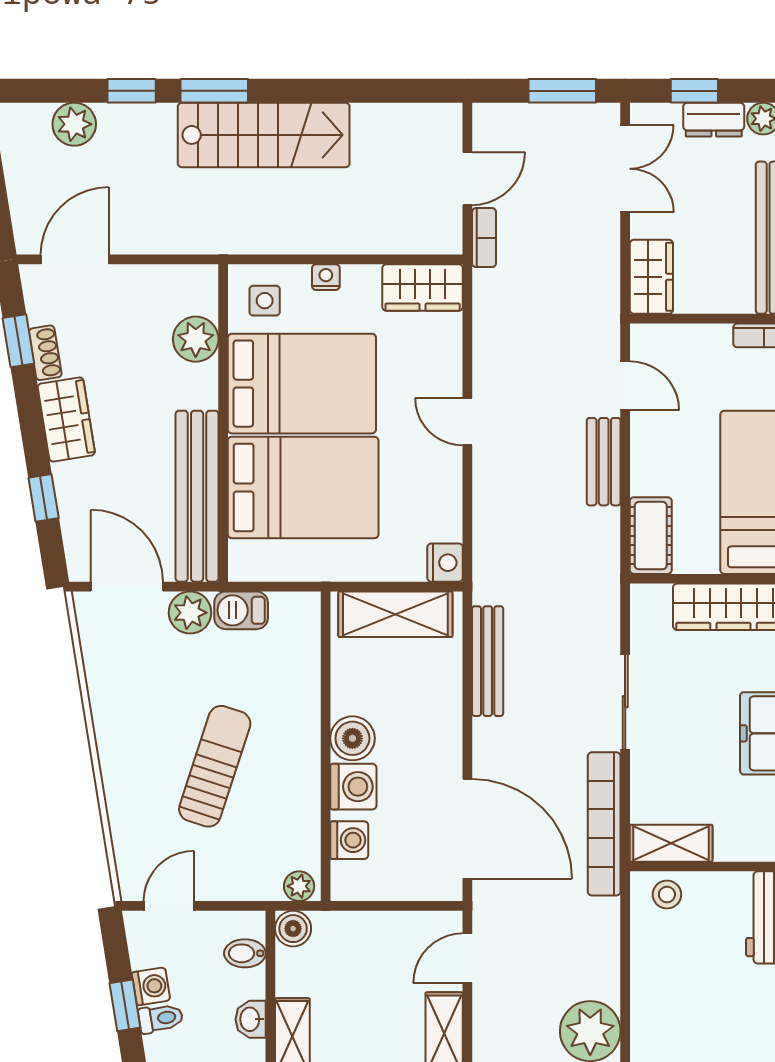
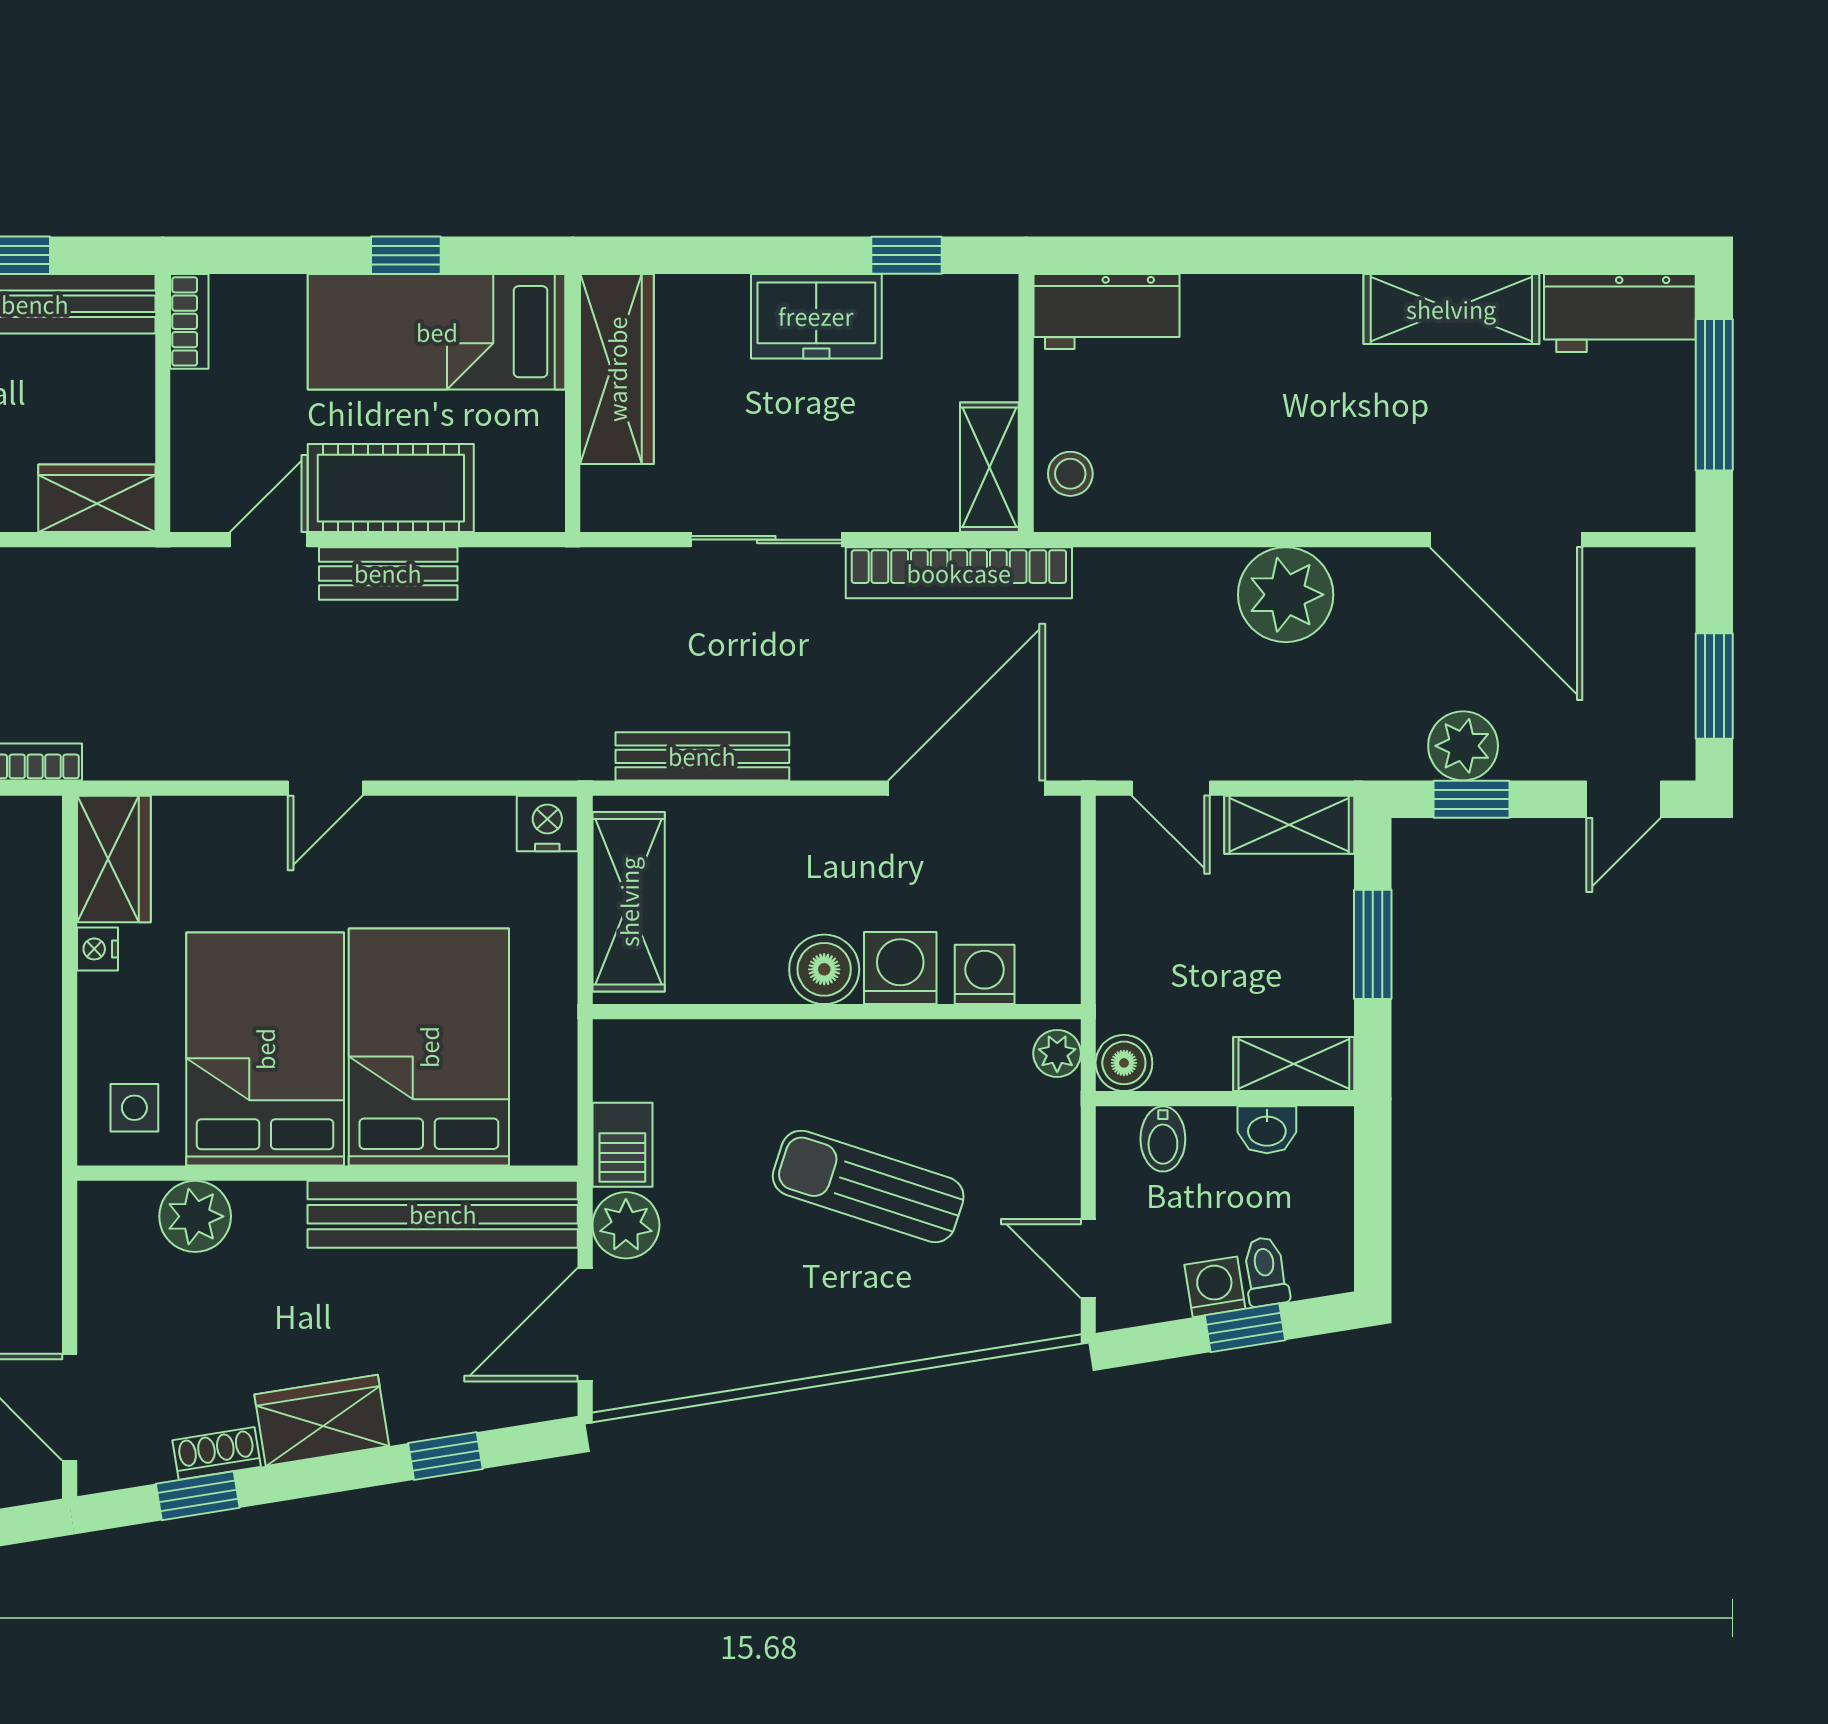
nightstand: (326, 277) -> (97, 949), moved
cot: (651, 536) -> (391, 488), moved, width x1.37, depth x1.34

